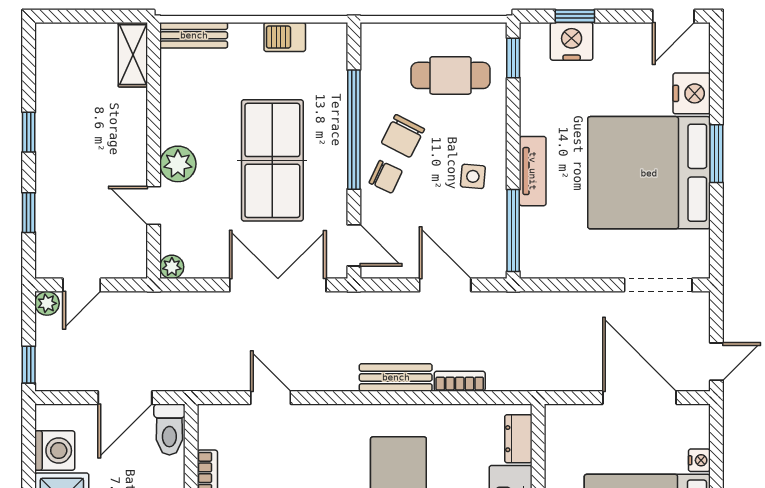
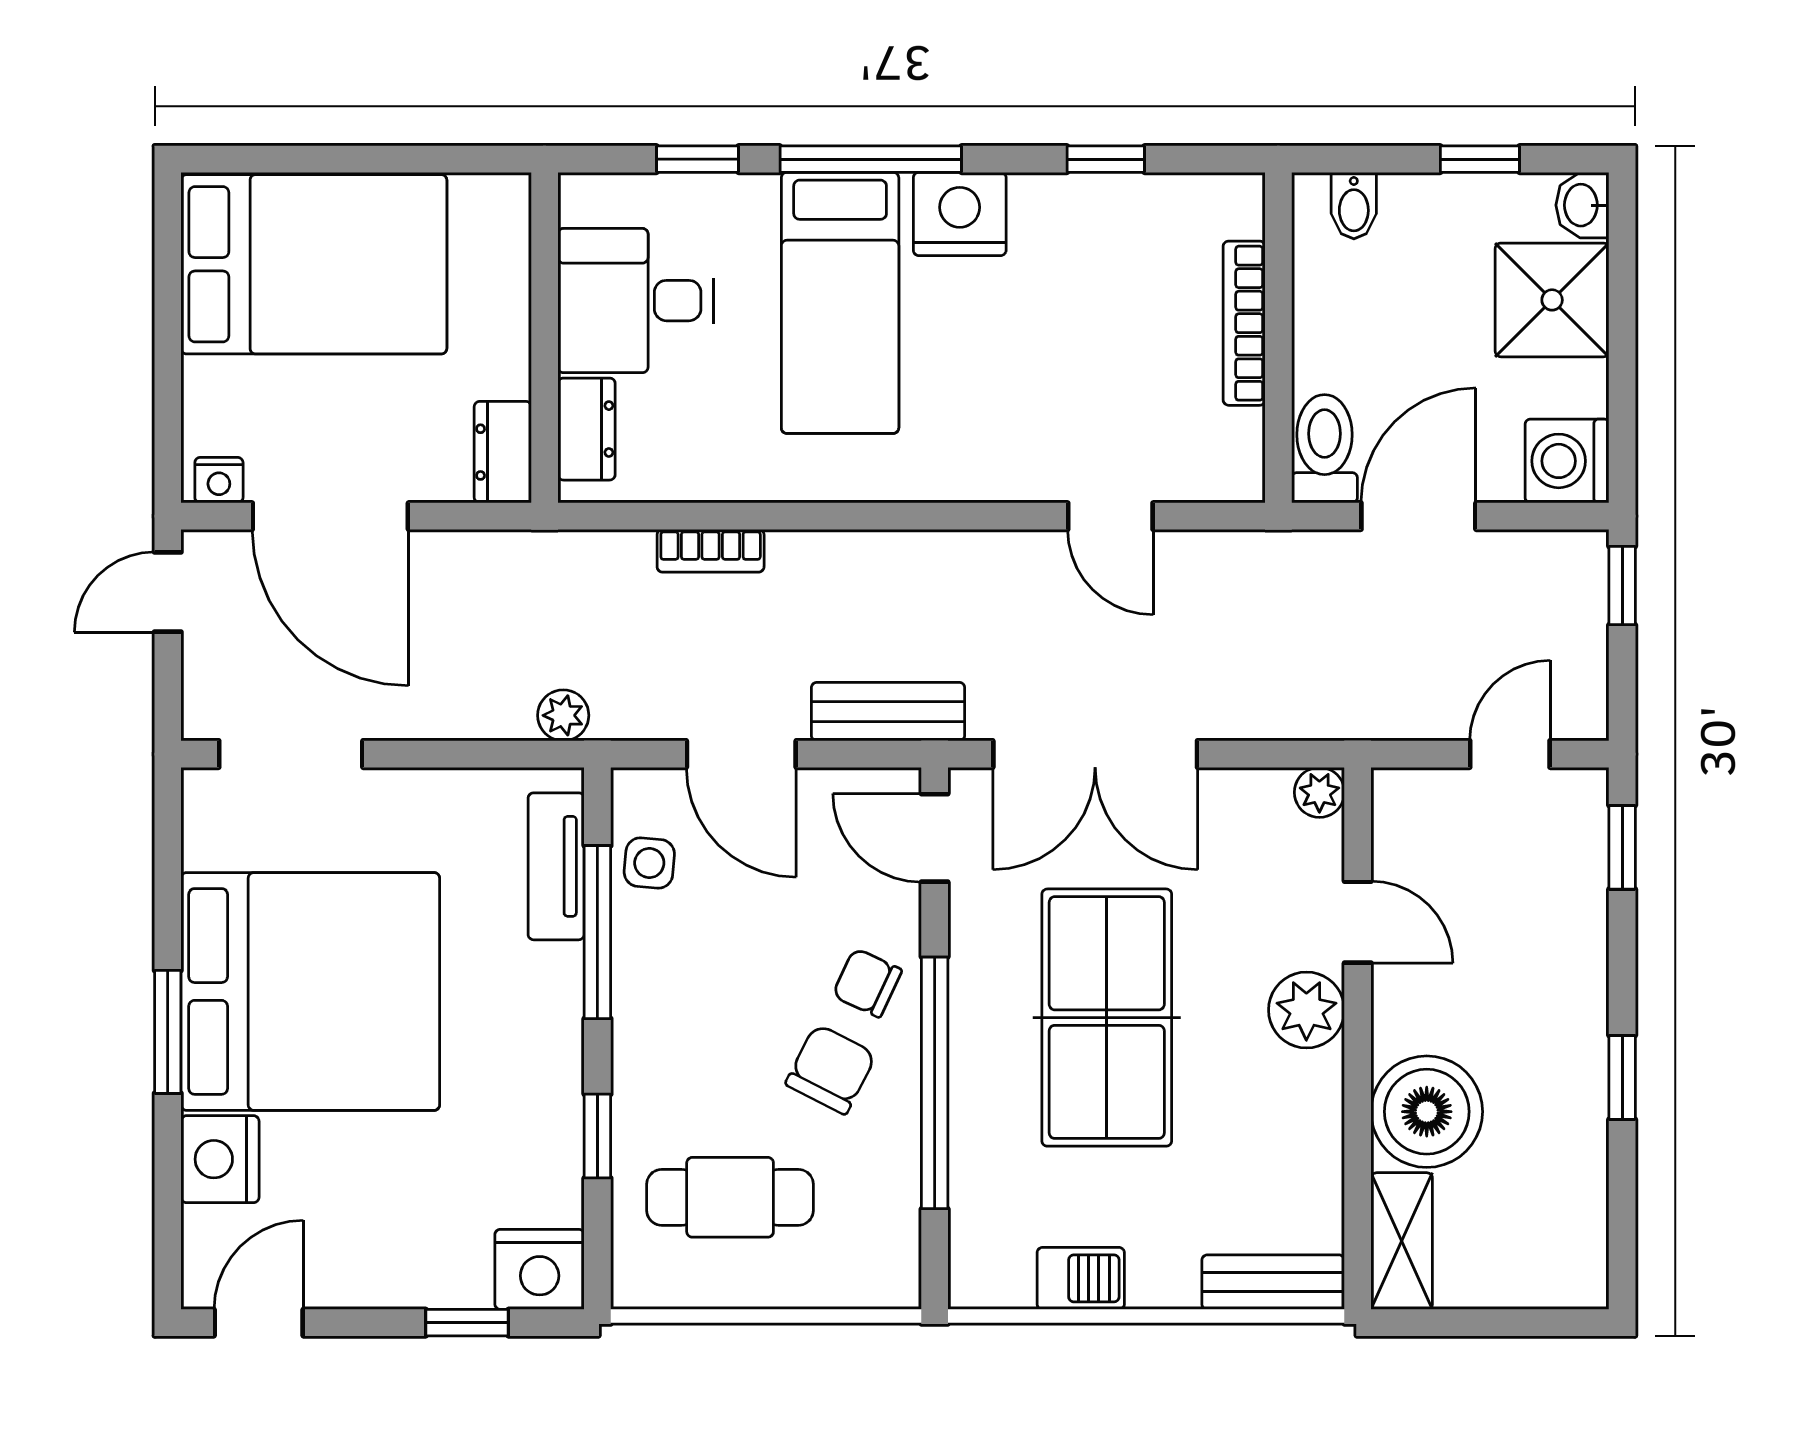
nightstand: (572, 41) -> (540, 1269), moved
window: (513, 58) -> (597, 1136), moved
boiler: (121, 116) -> (1427, 1112), added
tv unit: (533, 171) -> (556, 866), moved
side table: (473, 176) -> (649, 863), moved
window: (29, 213) -> (1622, 847), moved
window: (513, 230) -> (597, 932), moved
plant: (47, 303) -> (563, 715), moved
bench: (396, 377) -> (888, 712), moved
dresser: (558, 428) -> (503, 452), added
washing machine: (55, 451) -> (1567, 461), moved
nightstand: (699, 460) -> (219, 480), moved, turned -90

